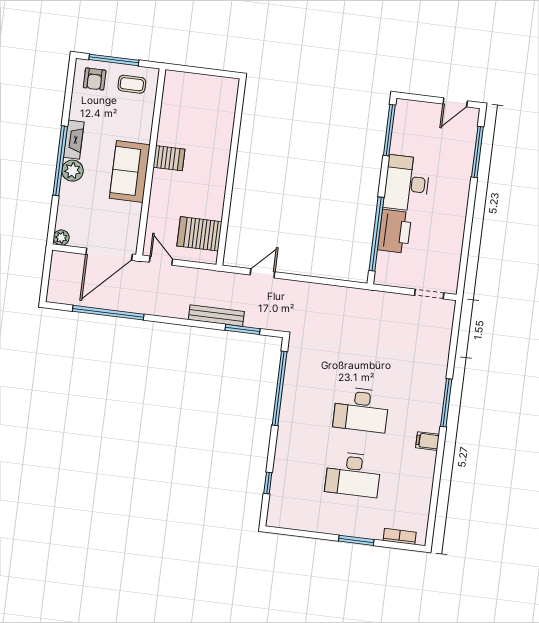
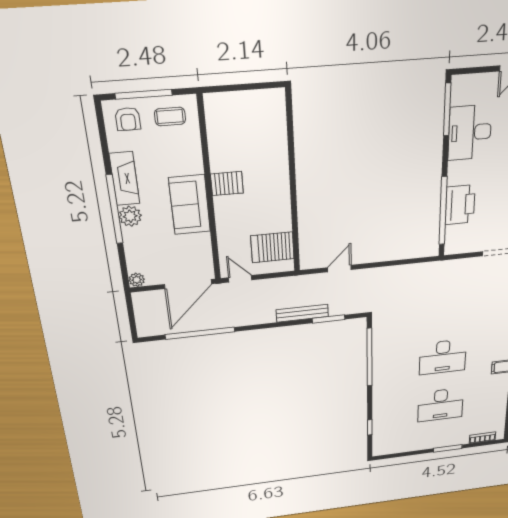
fireplace: (74, 140) -> (125, 179), width x1.37, depth x1.32
desk: (407, 183) -> (470, 133), moved

